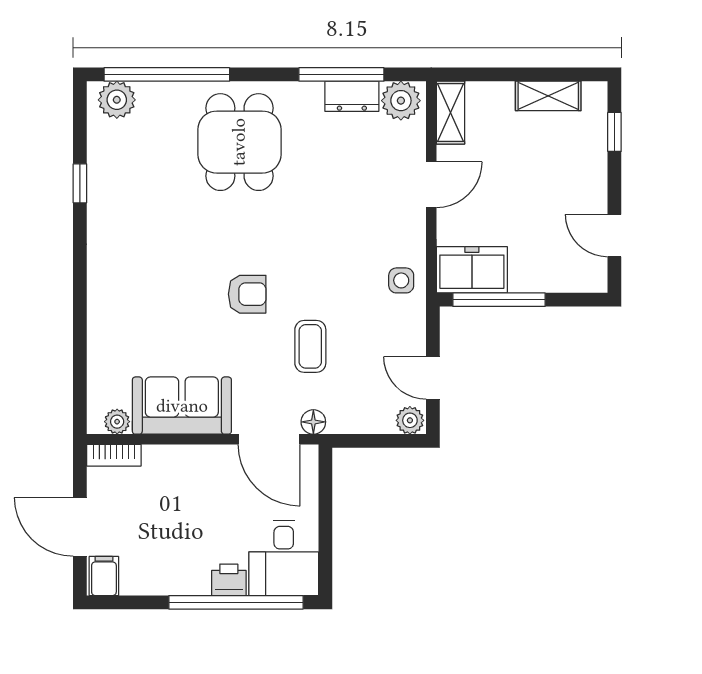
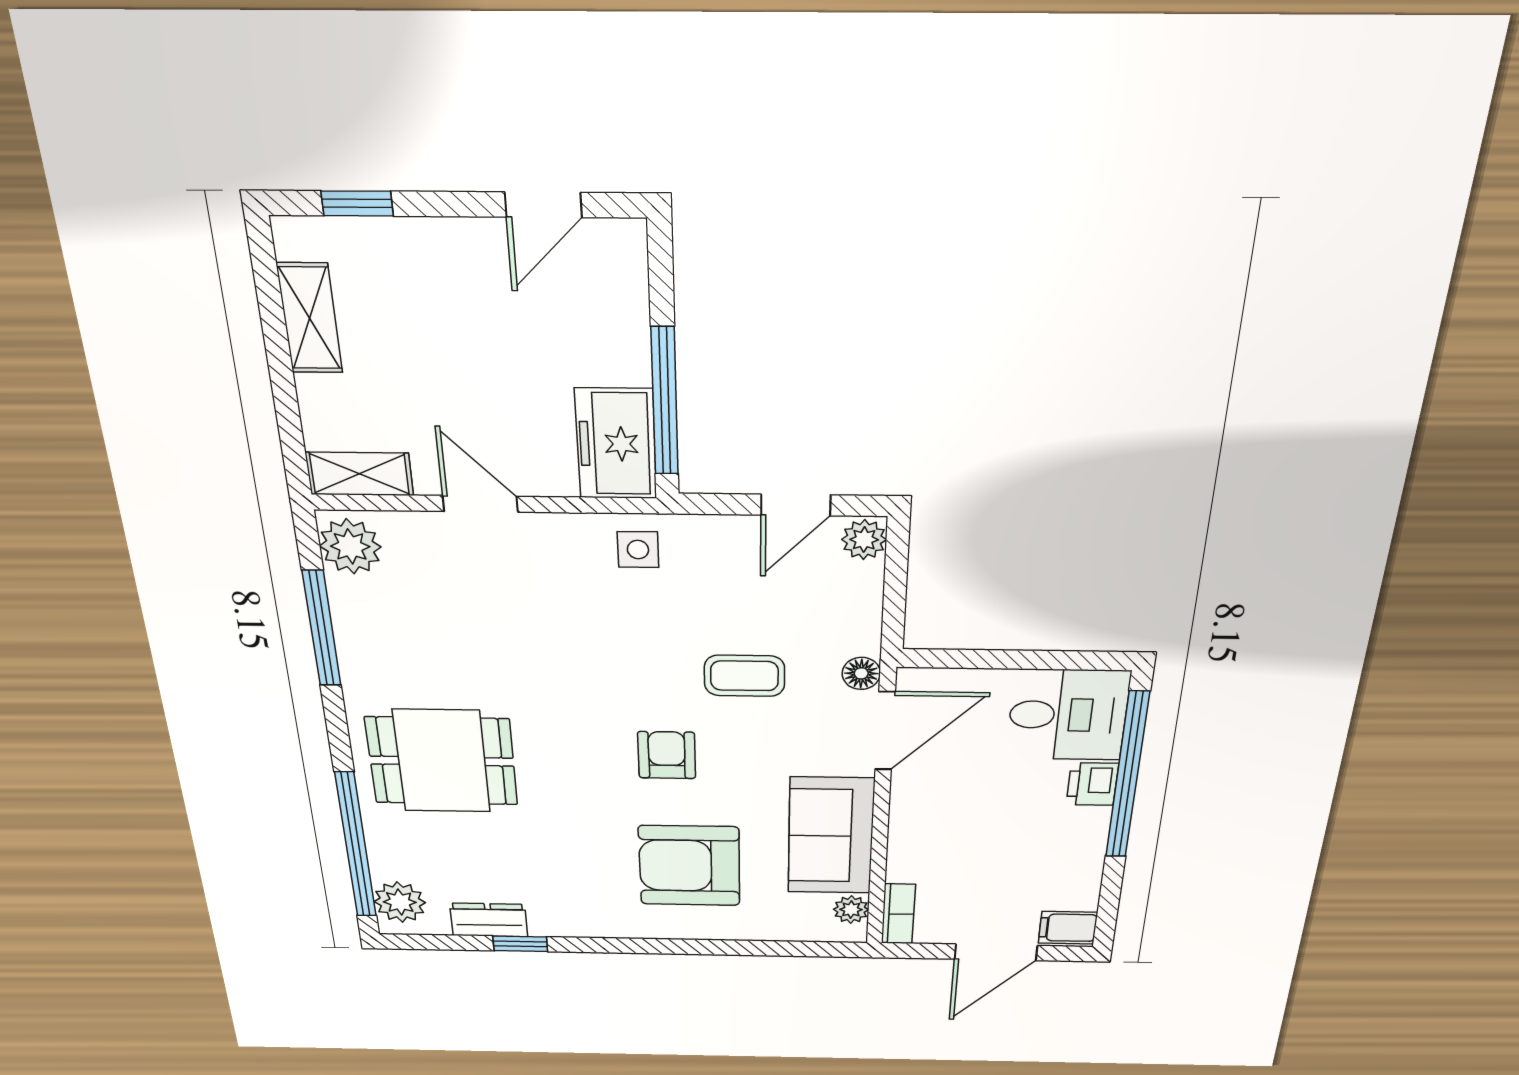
dresser: (352, 96) -> (489, 920), moved, turned -90
armchair: (154, 308) -> (689, 866), added

